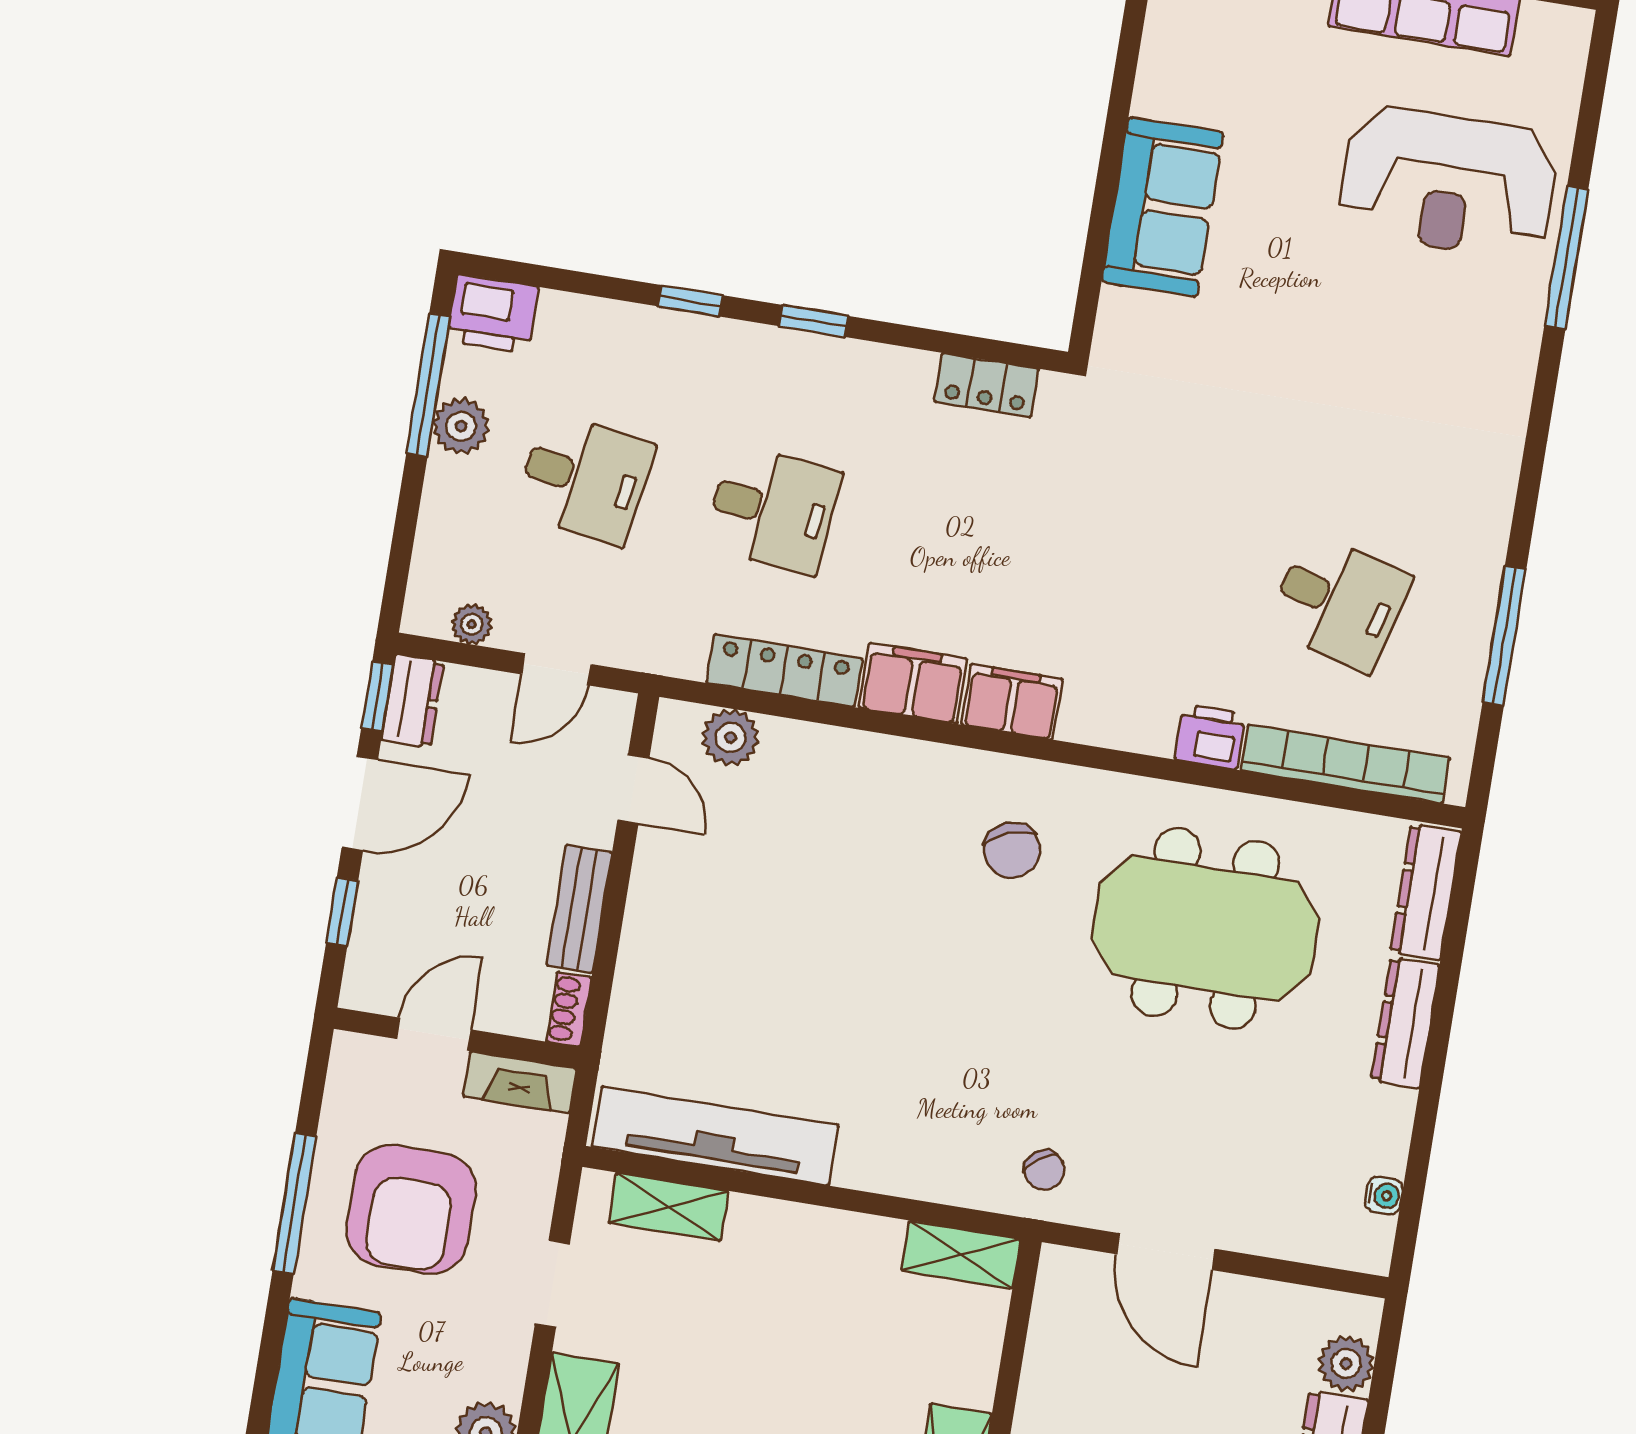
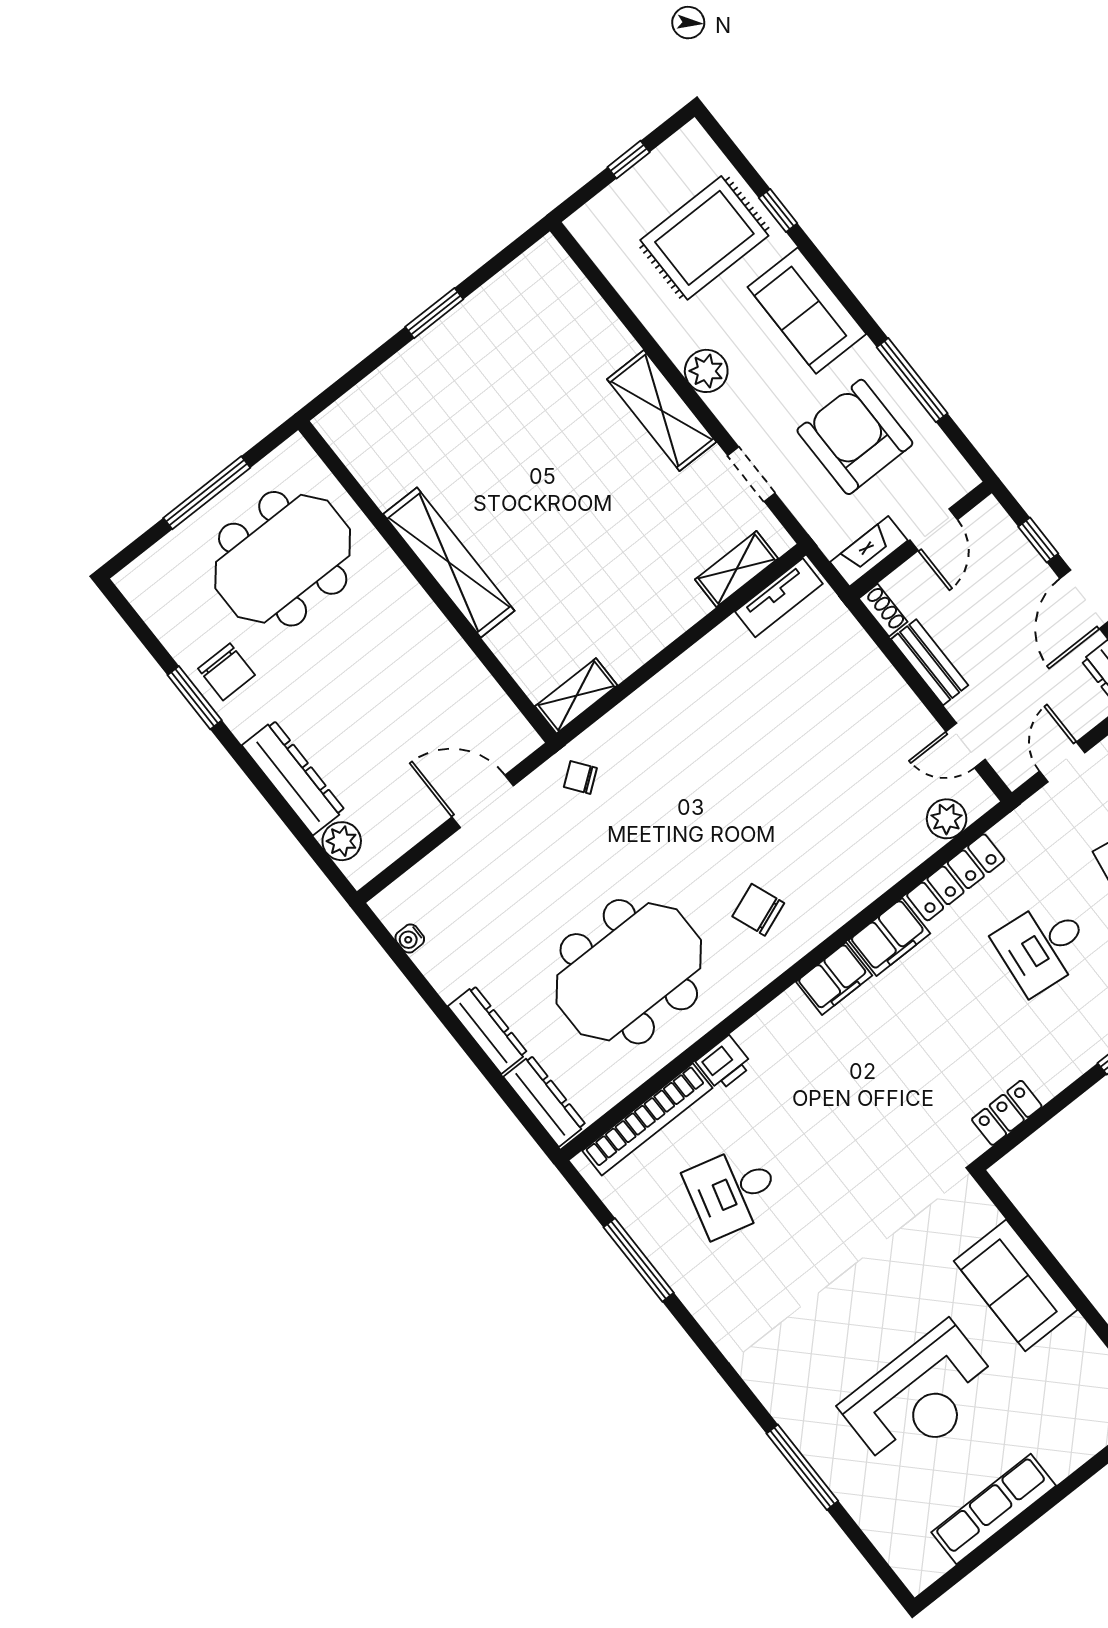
reception desk: (1448, 182) -> (920, 1397), moved, turned 180
tv unit: (715, 1136) -> (779, 598), width x0.52, depth x0.78

